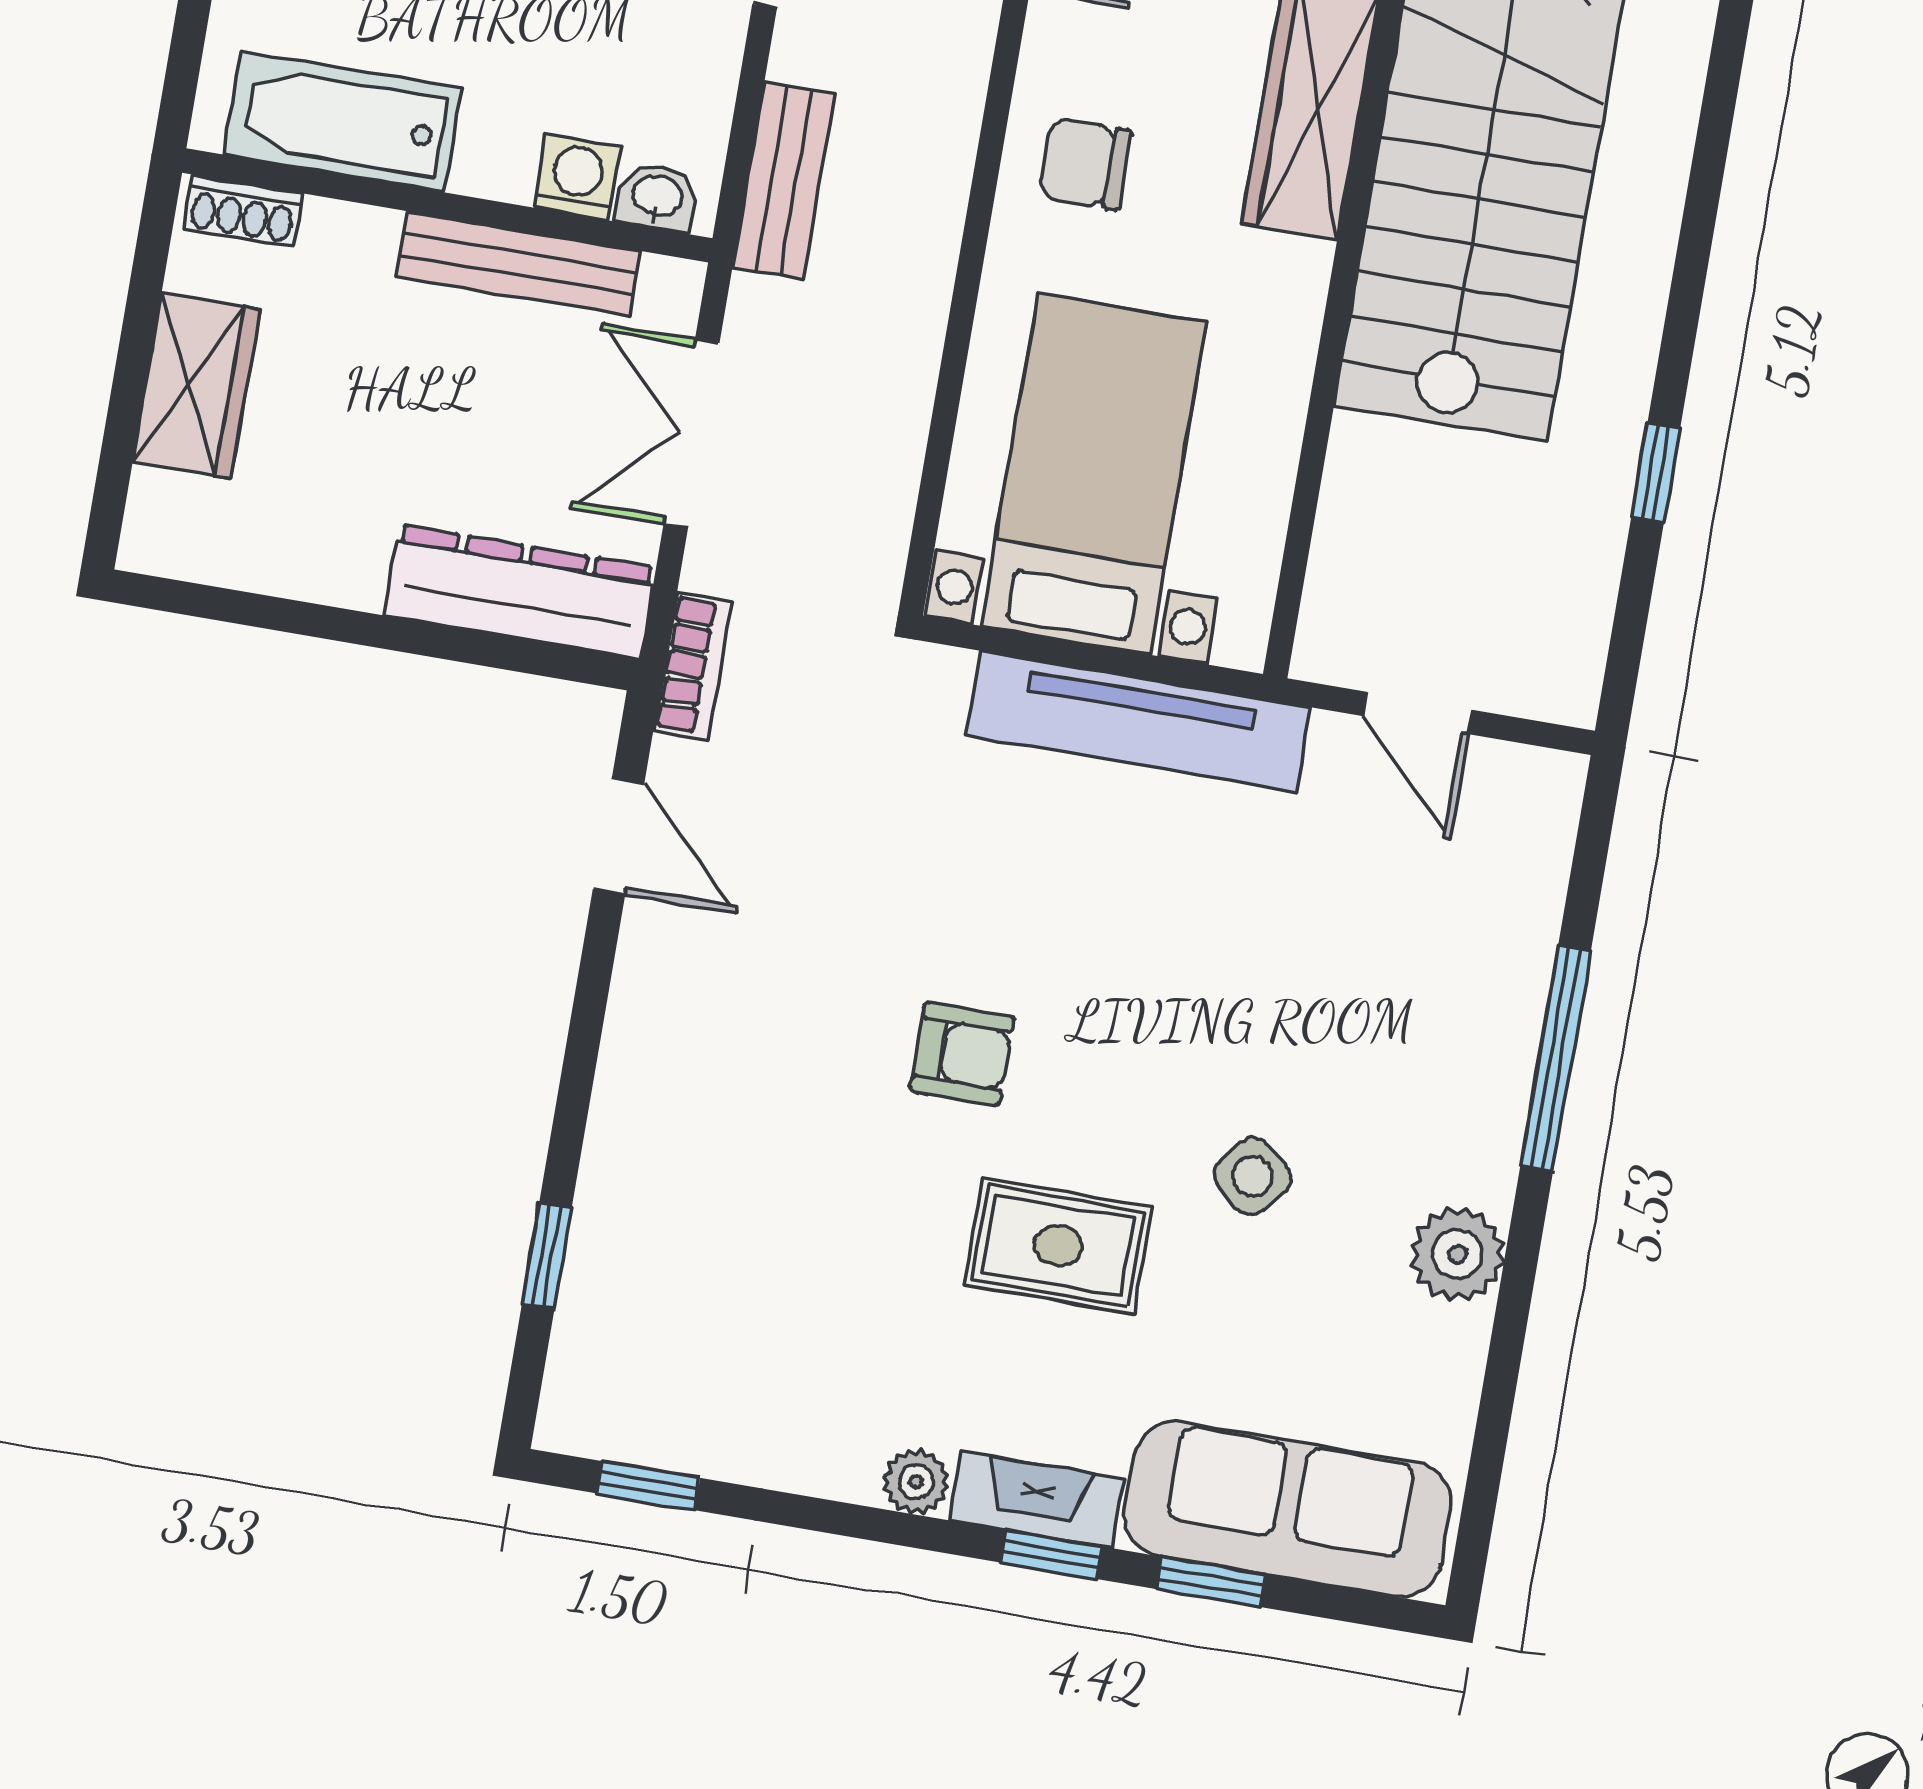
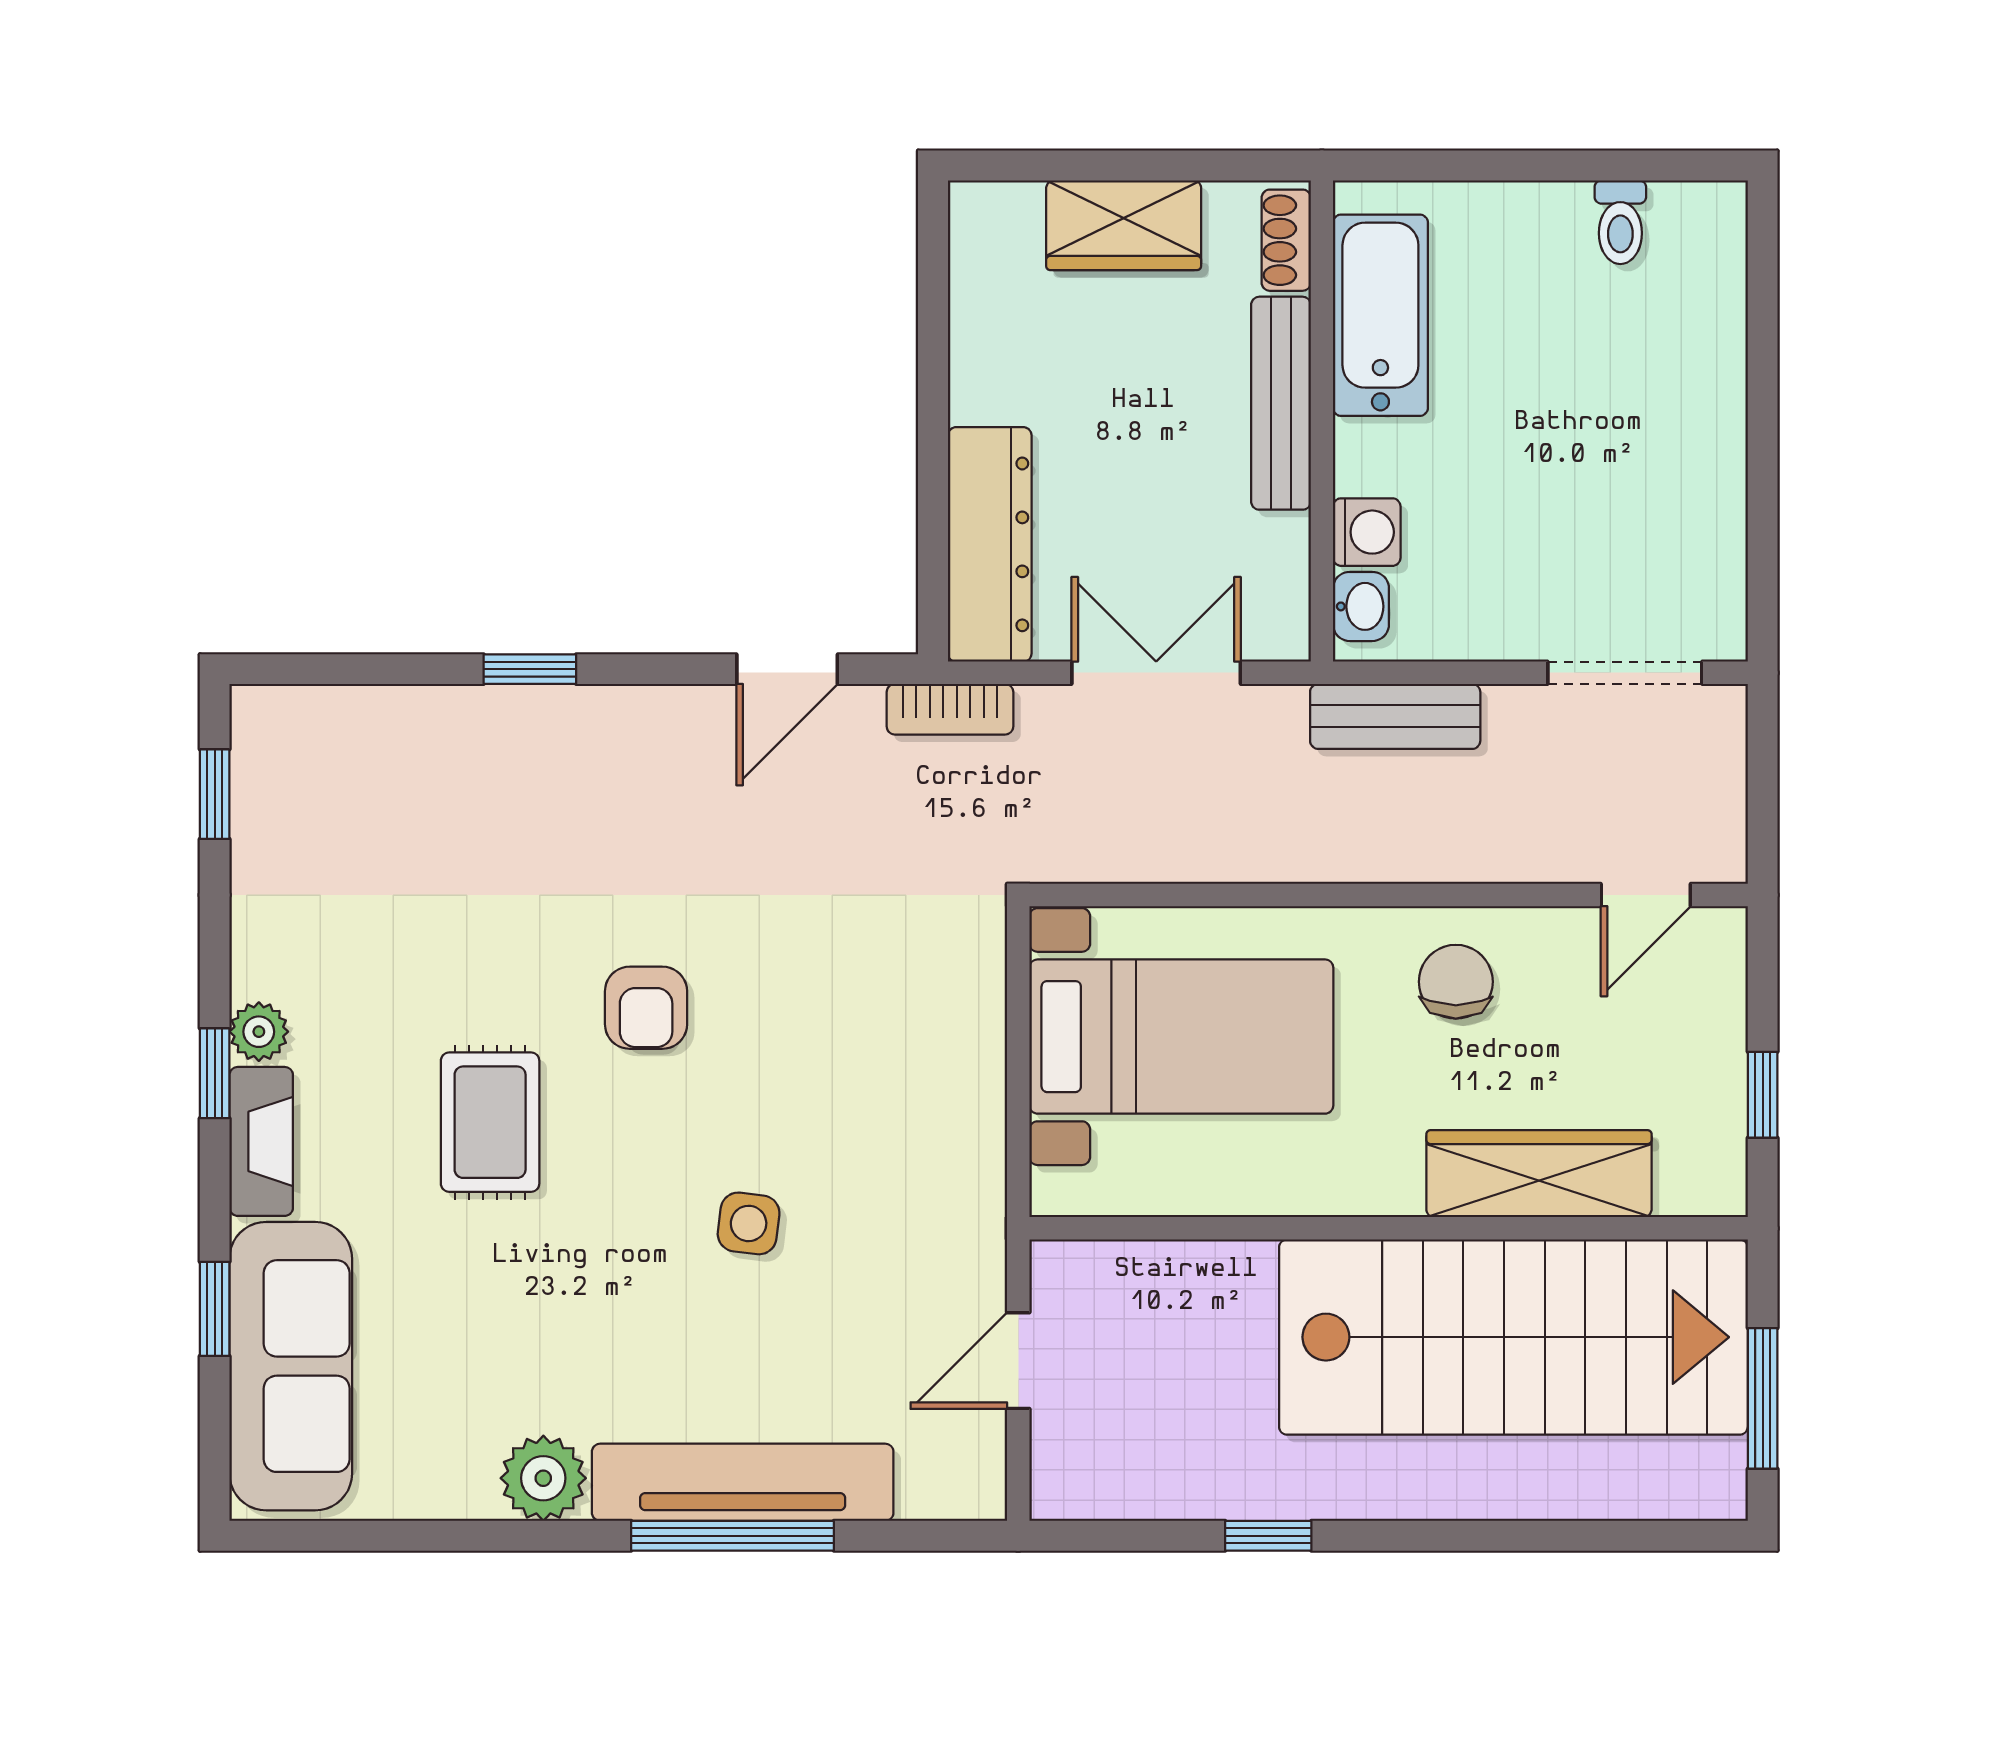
bench: (518, 264) -> (1281, 403), moved
tv unit: (1139, 721) -> (743, 1482), moved, turned 90
side table: (1253, 1176) -> (749, 1223), moved, turned -32
window: (547, 1256) -> (530, 669), moved
window: (1051, 1555) -> (215, 1073), moved

